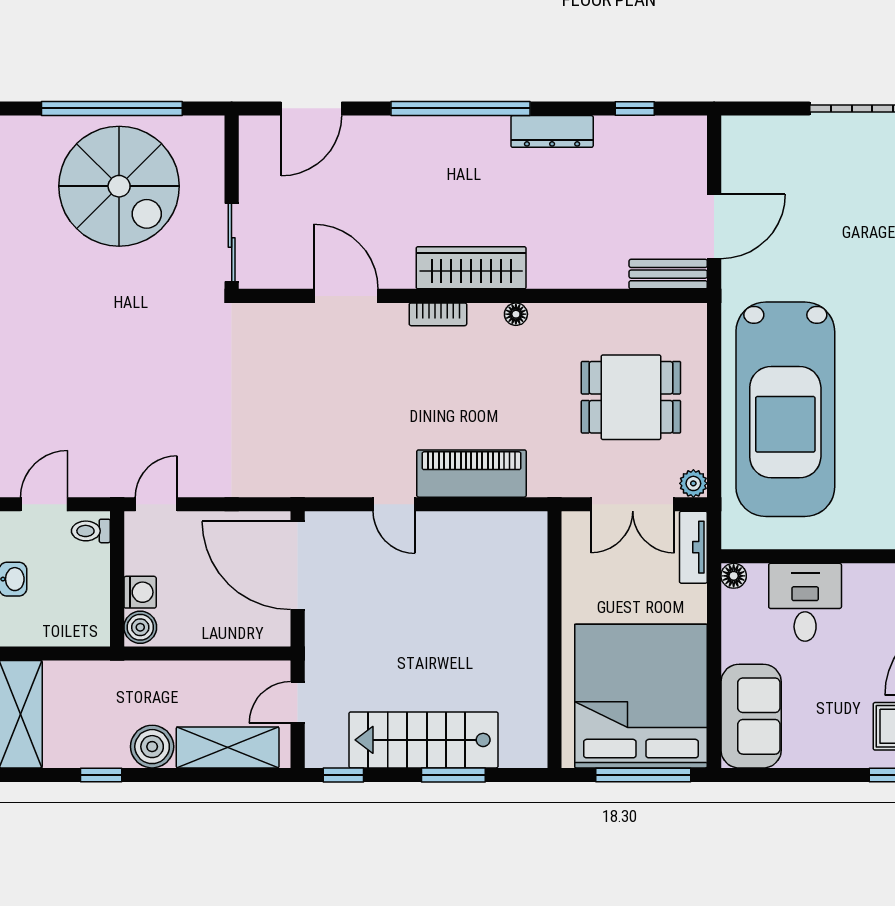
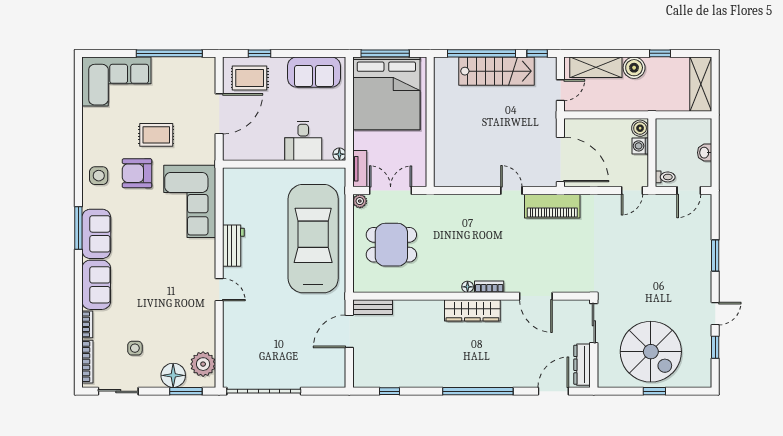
window: (112, 108) -> (654, 391), width x0.32
dresser: (552, 131) -> (582, 365), moved, turned -90
spiral stairs: (119, 186) -> (651, 352), turned 180
floor lamp: (516, 314) -> (468, 287), moved
piano: (471, 474) -> (552, 206), moved
sofa: (751, 716) -> (314, 72), moved, turned -90
window: (453, 775) -> (481, 53), width x2.11

